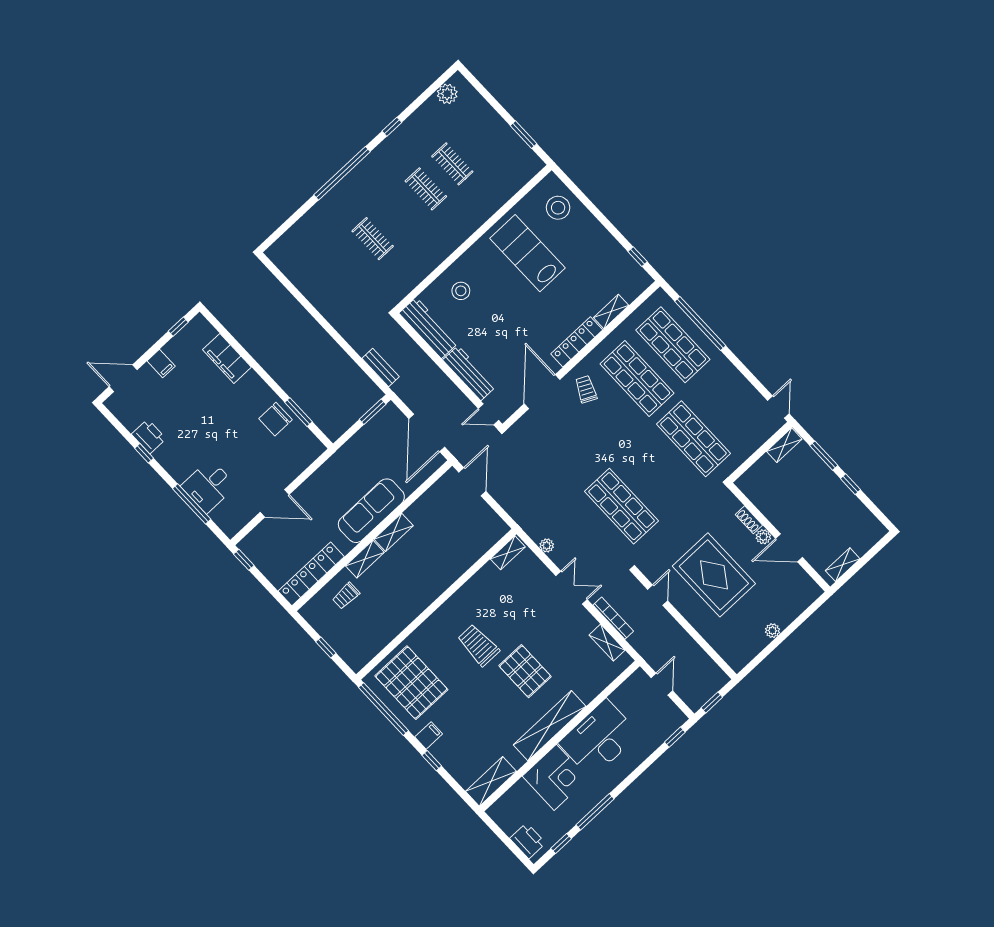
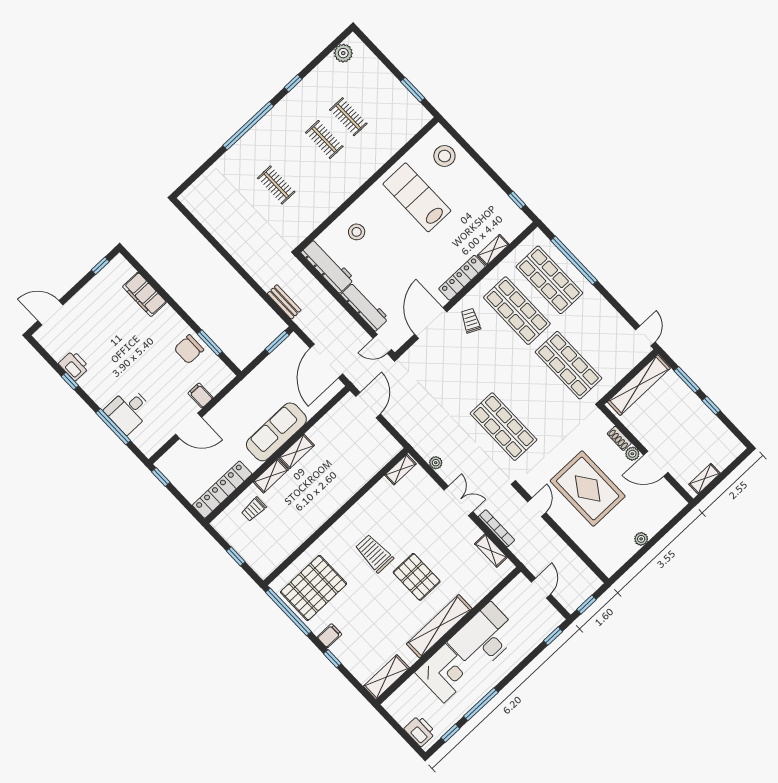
filing cabinet: (161, 363) -> (201, 395), moved, turned 180
shelving: (784, 445) -> (639, 385), width x2.20, depth x1.33
pallet: (411, 683) -> (314, 588), turned 90

